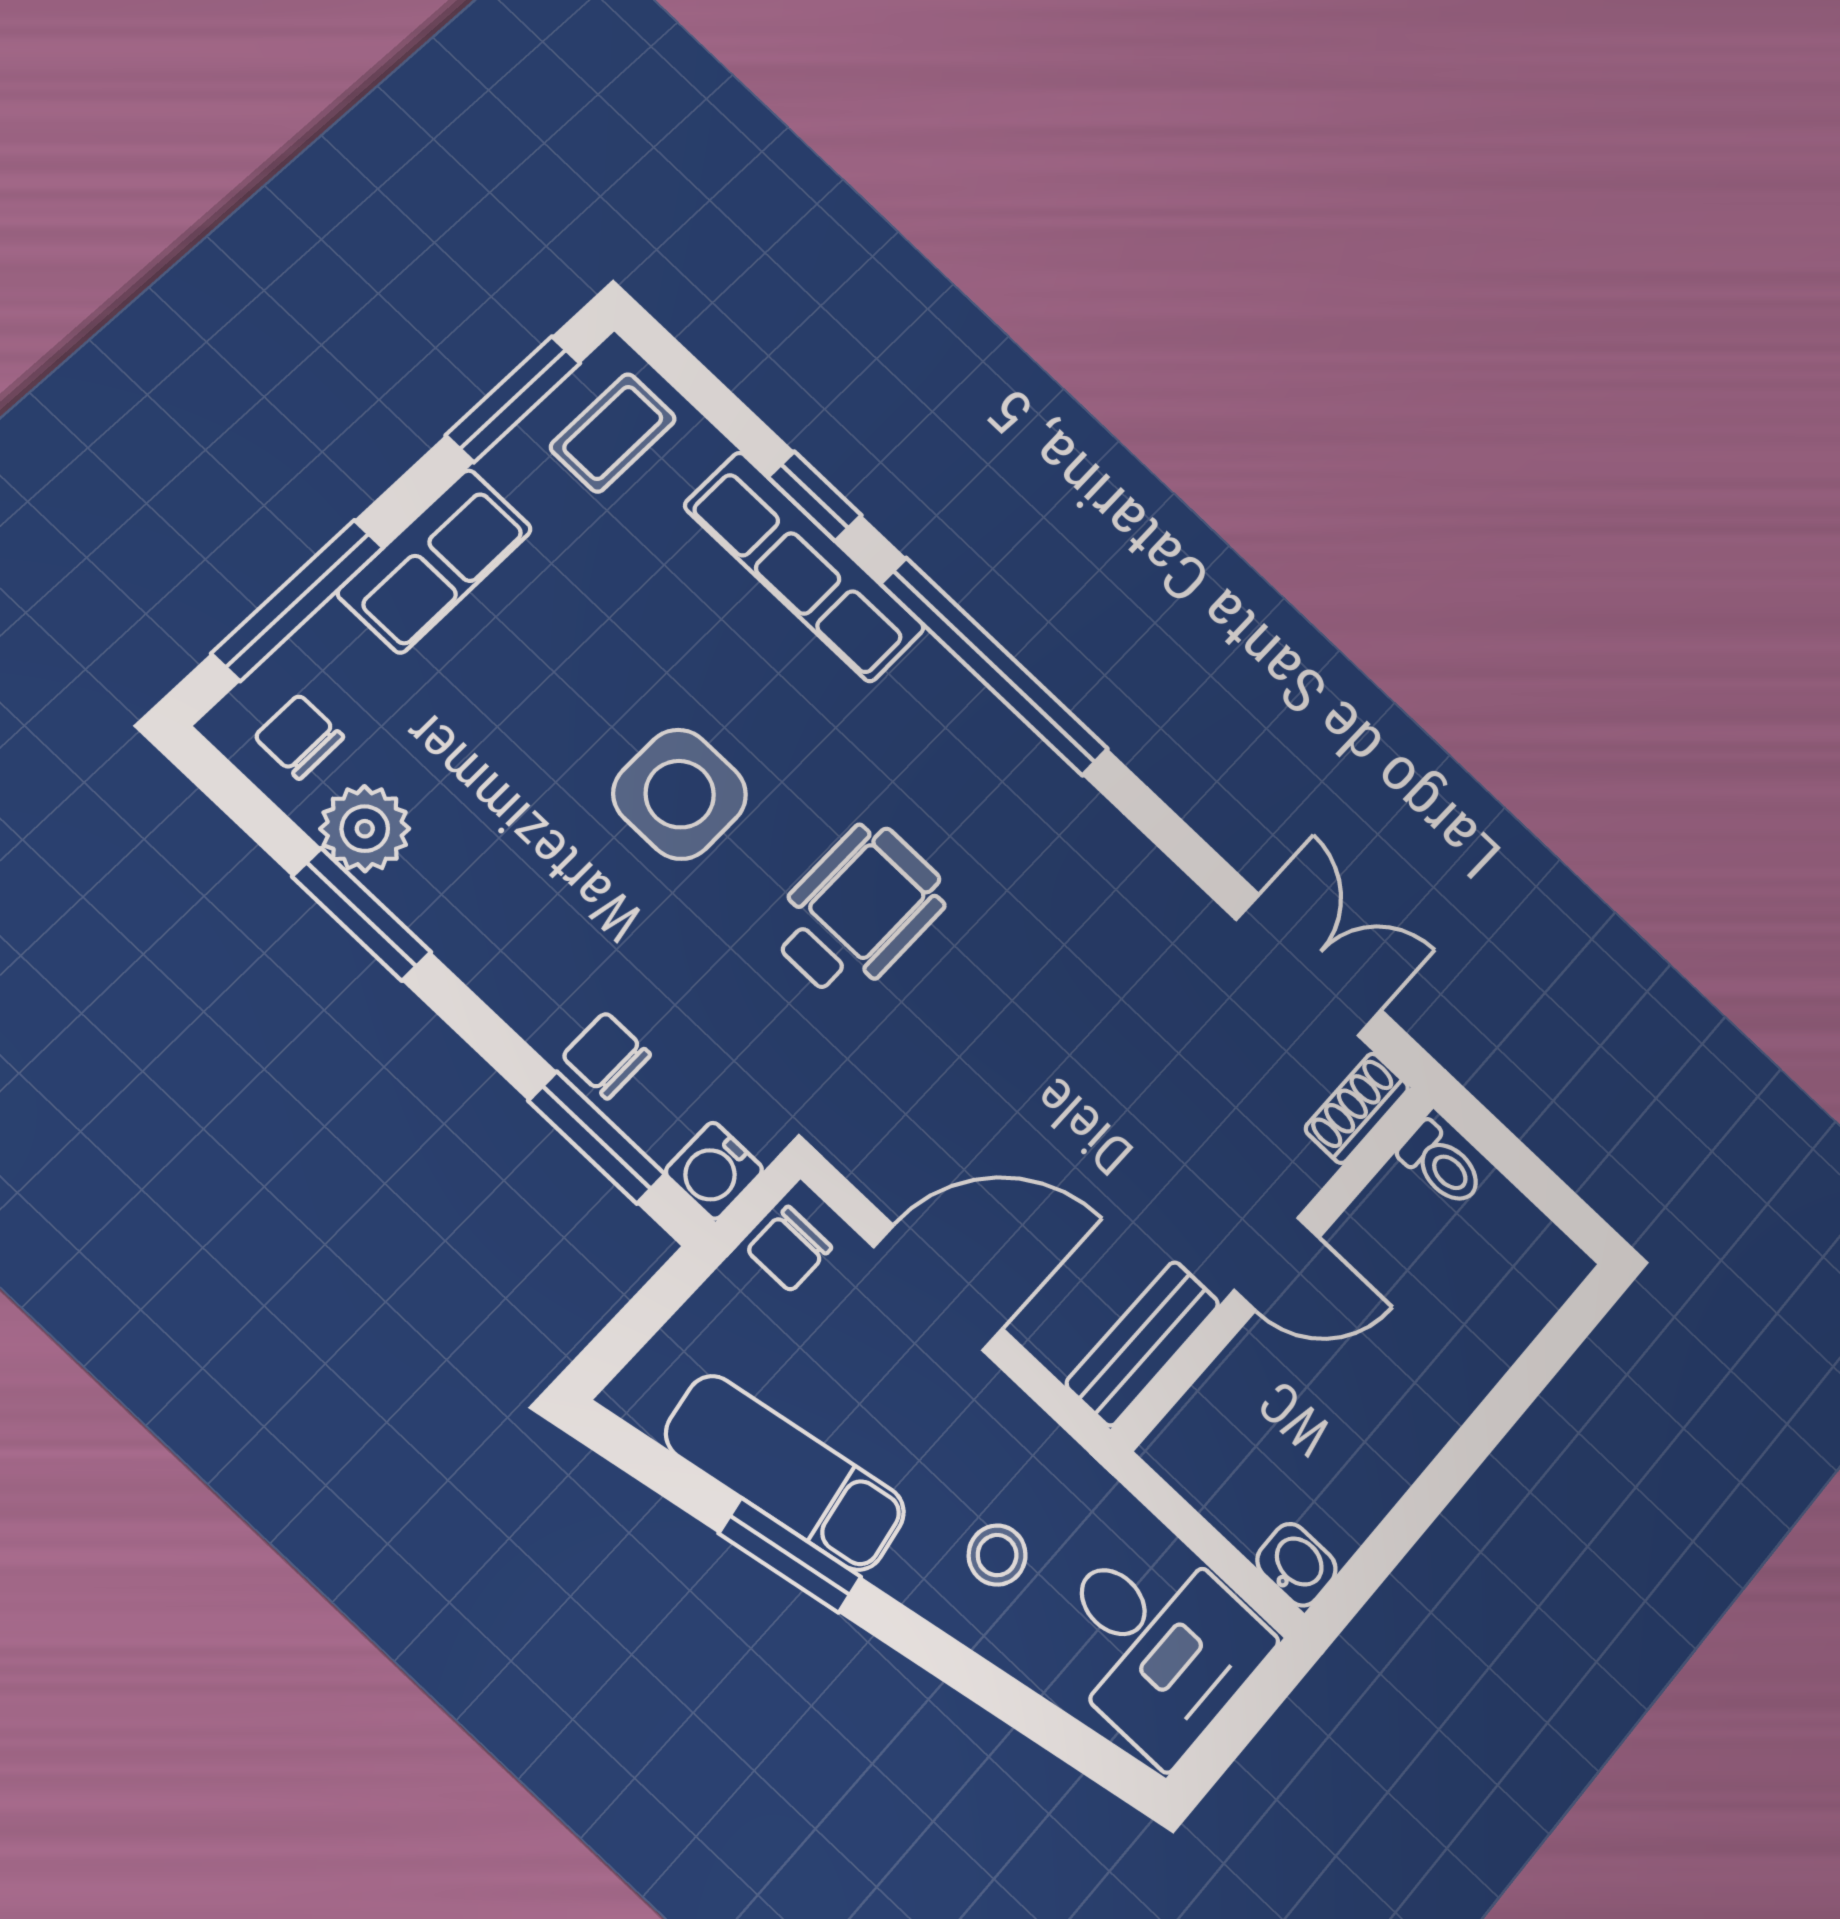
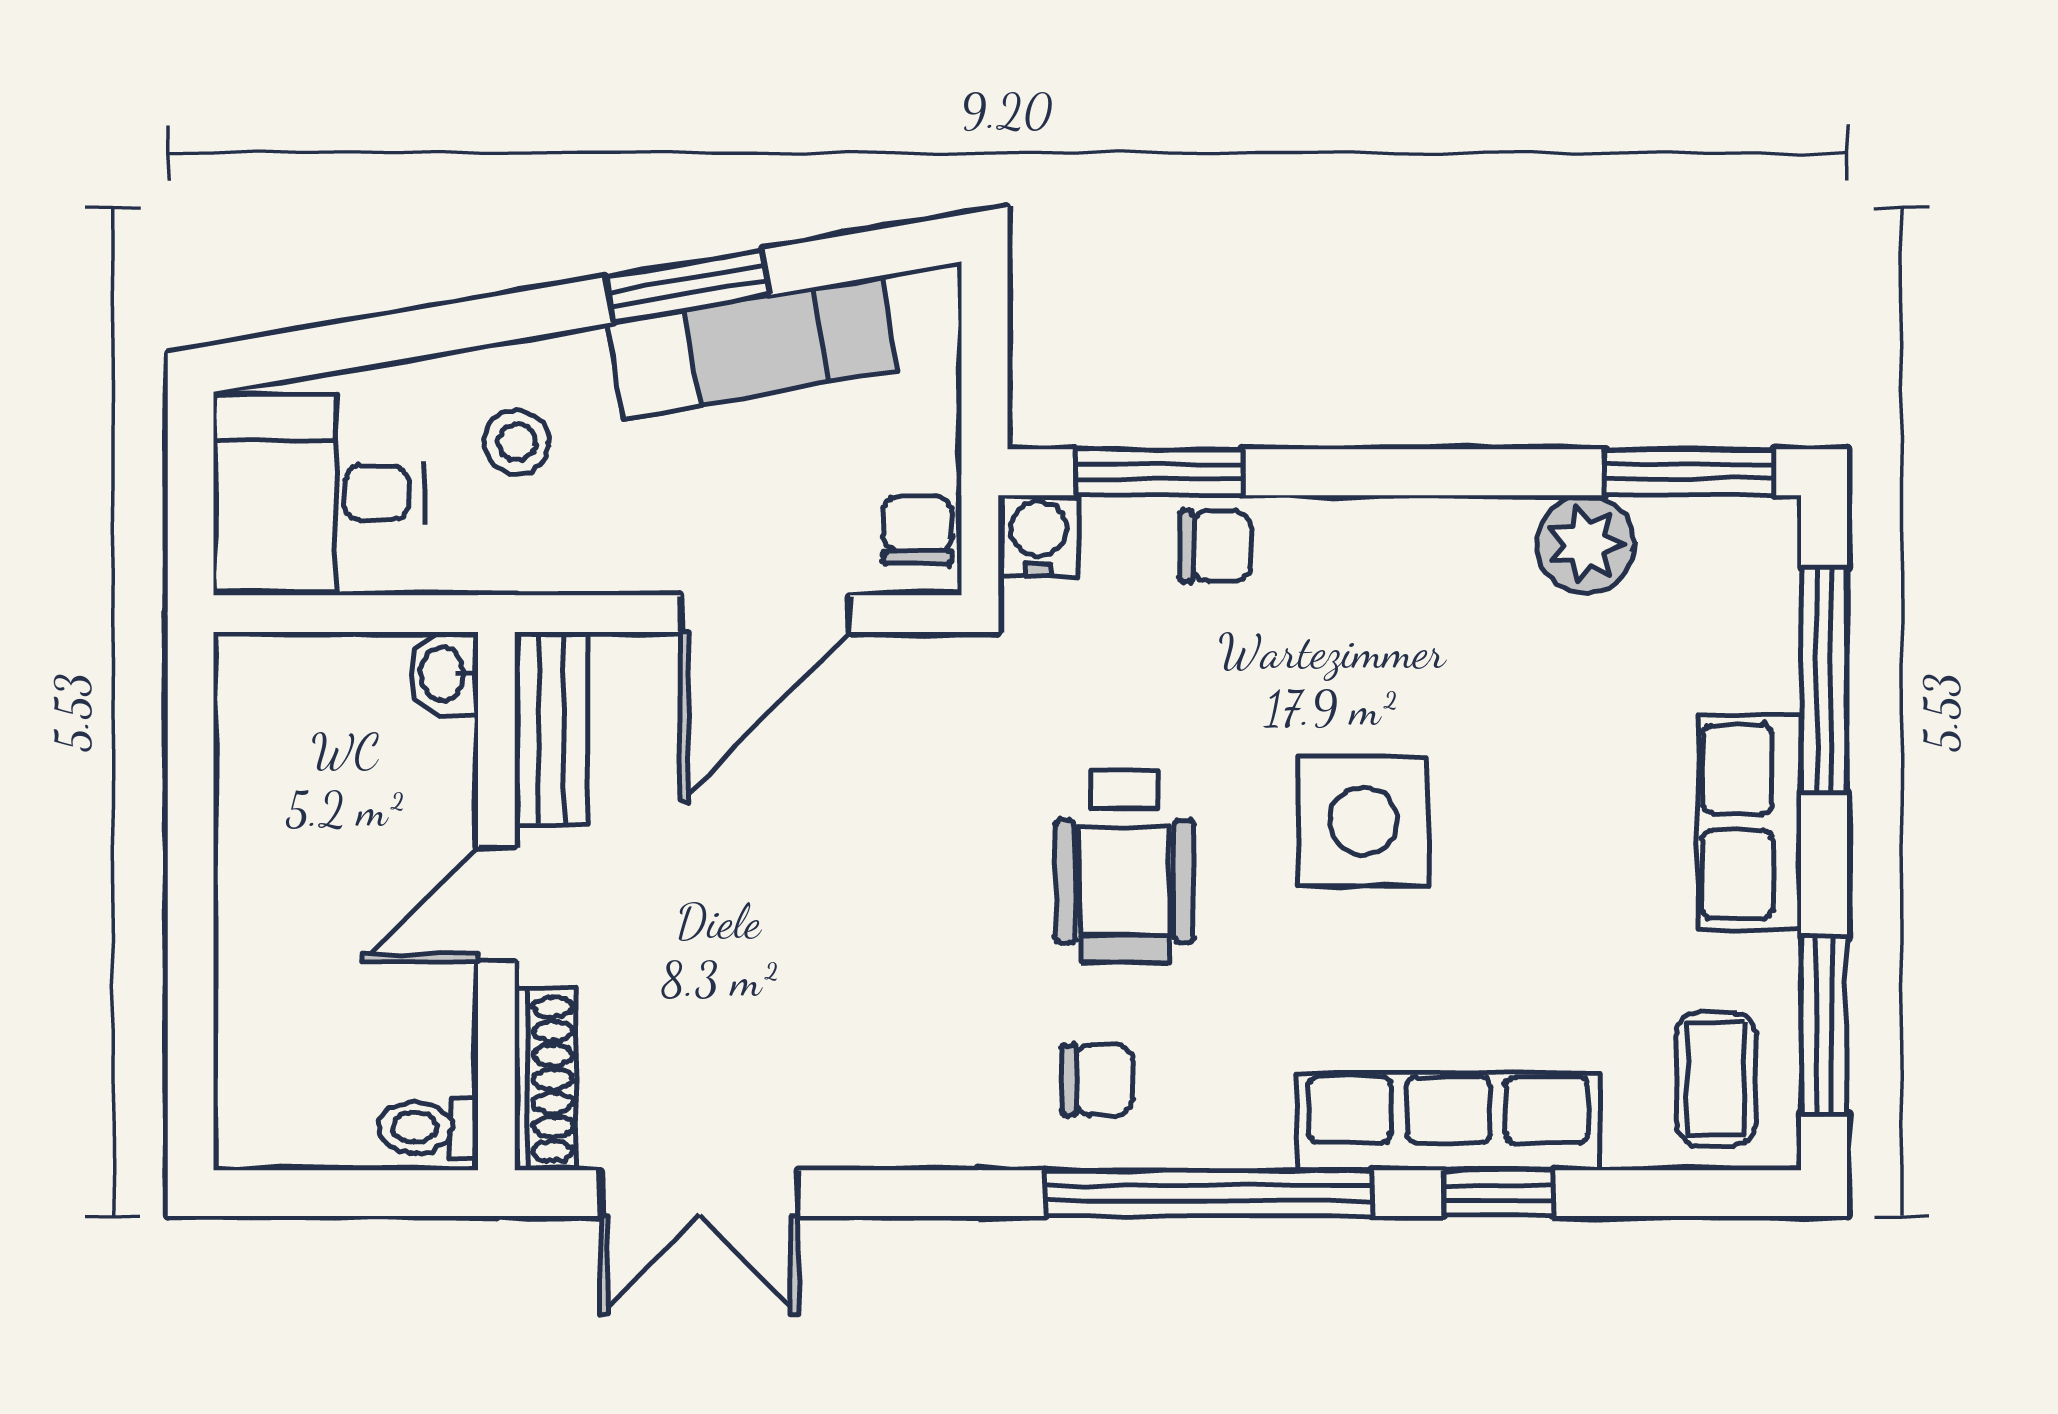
chair: (299, 737) -> (1097, 1080), moved
window: (362, 914) -> (1689, 472), moved
shoe rack: (1357, 1108) -> (546, 1079), width x1.43
washbasin: (1296, 1565) -> (444, 674), moved, turned 90

